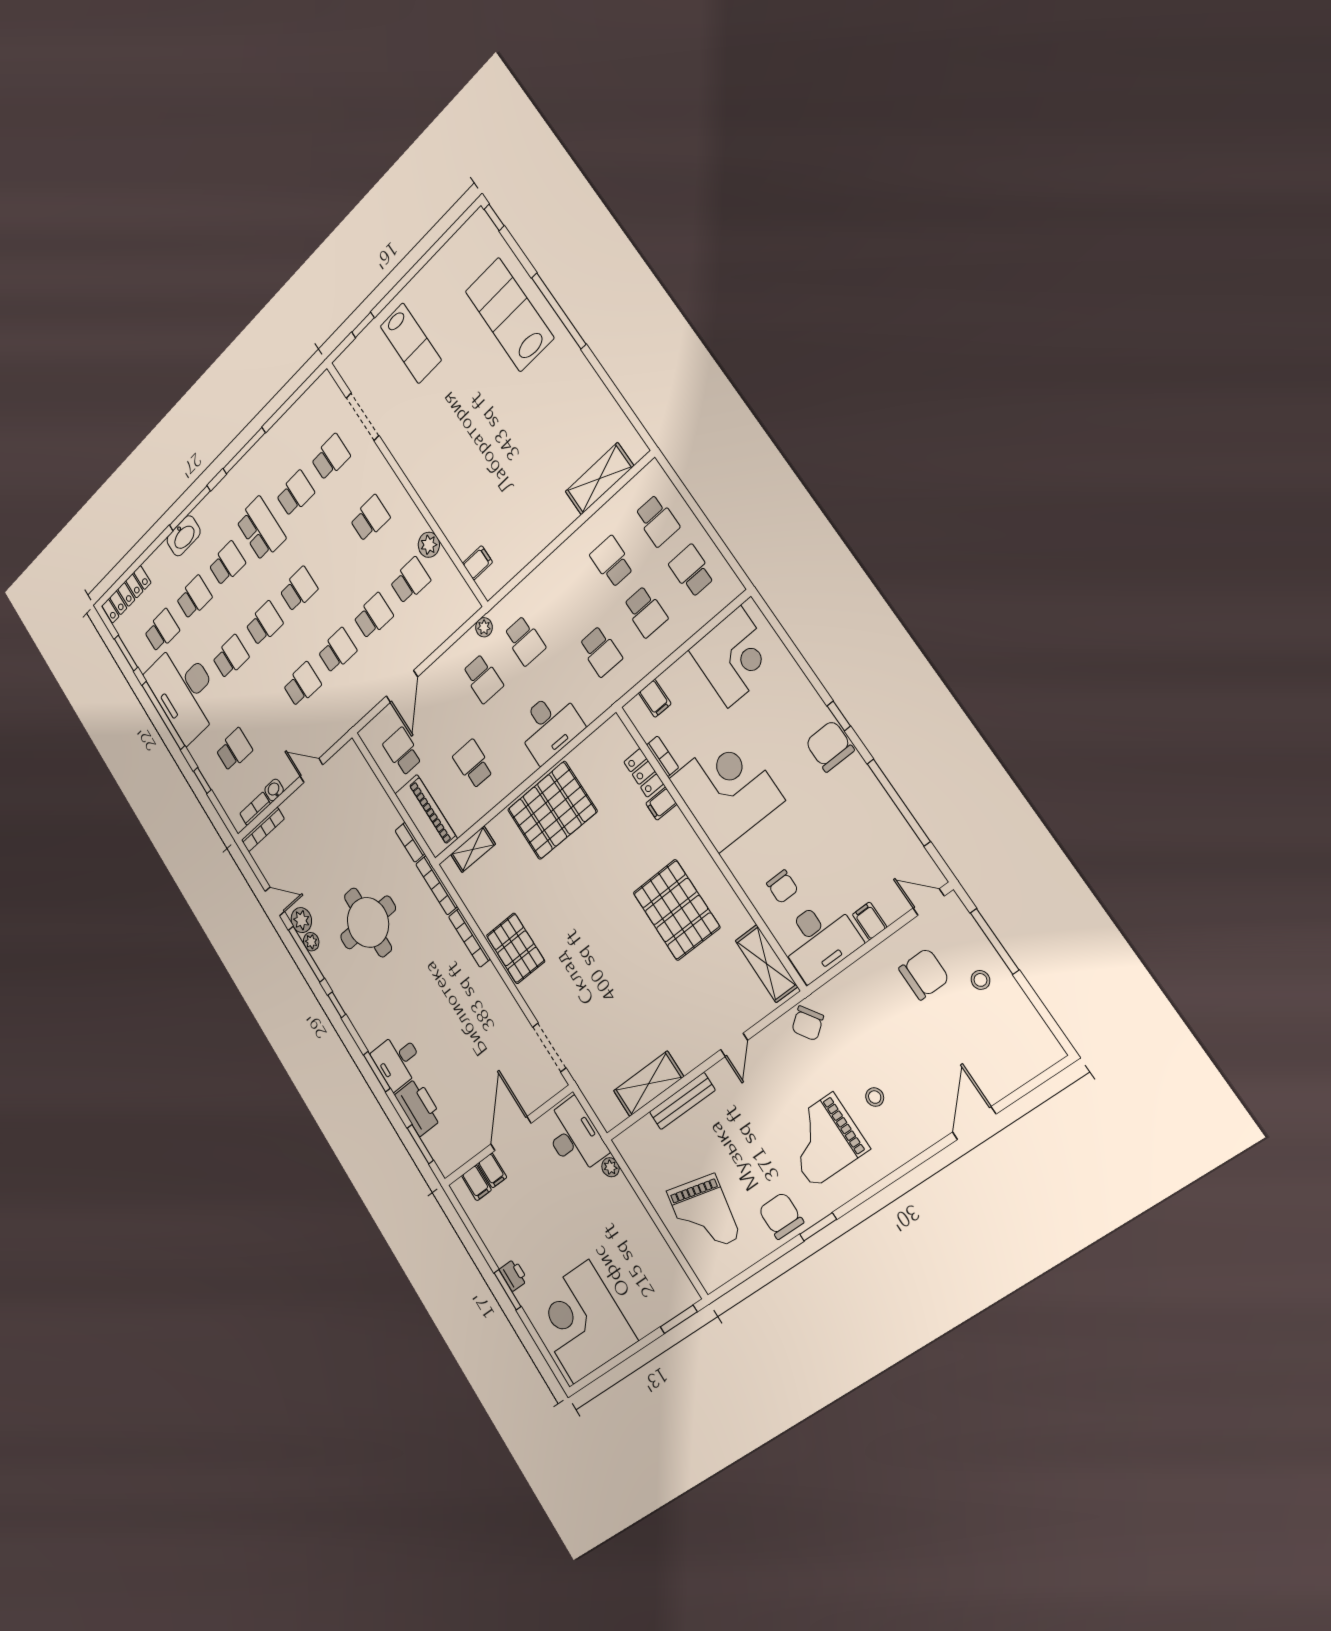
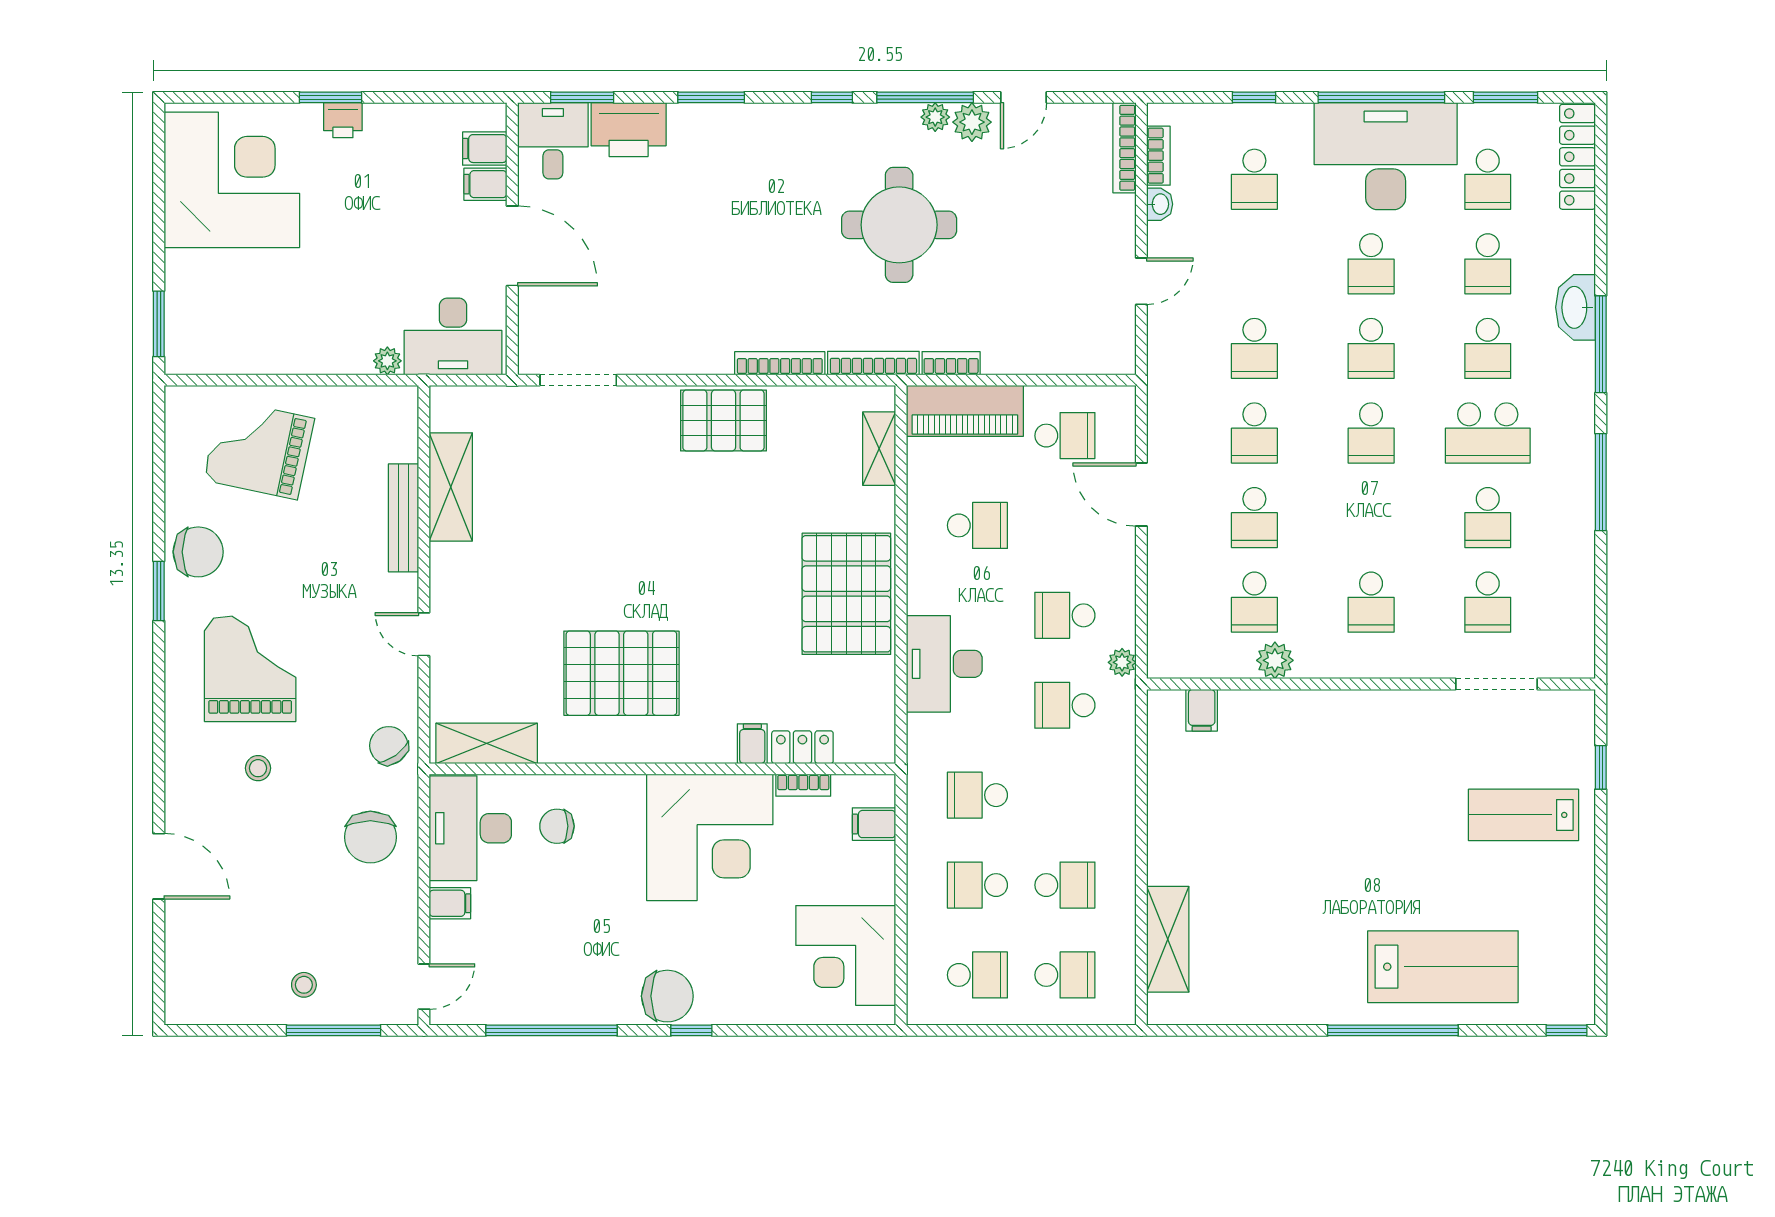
school desk: (657, 521) -> (1065, 975), turned 180
chair: (924, 974) -> (370, 837), moved
desk: (398, 1060) -> (553, 141), moved

